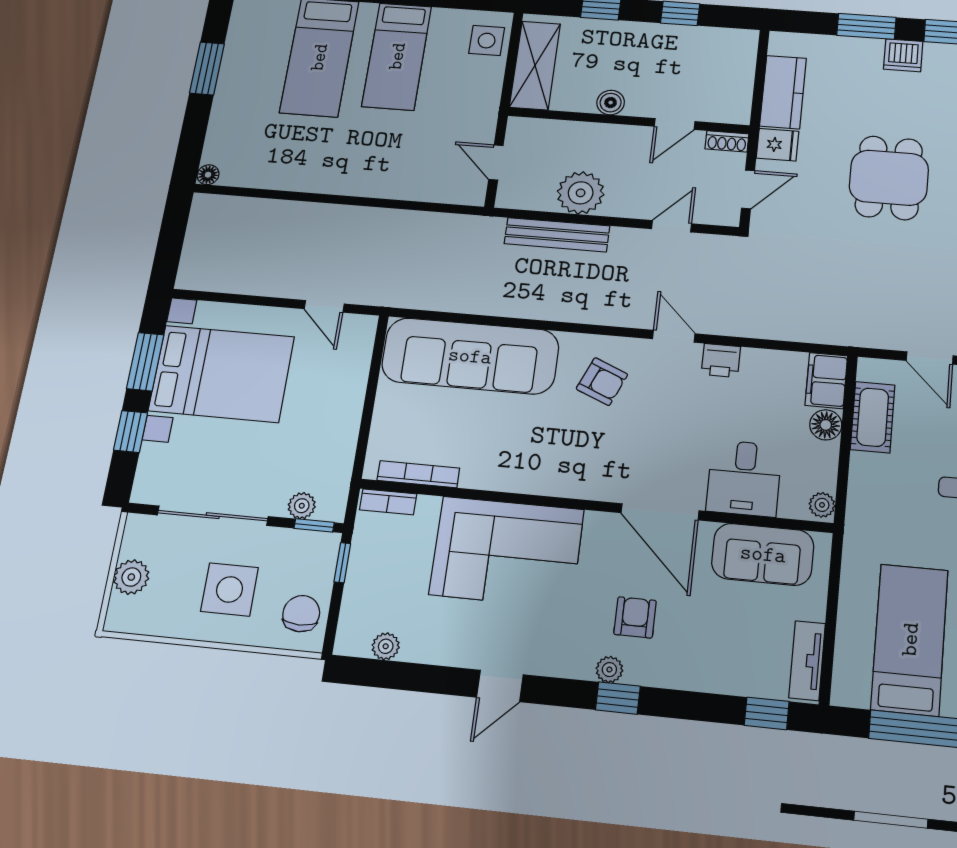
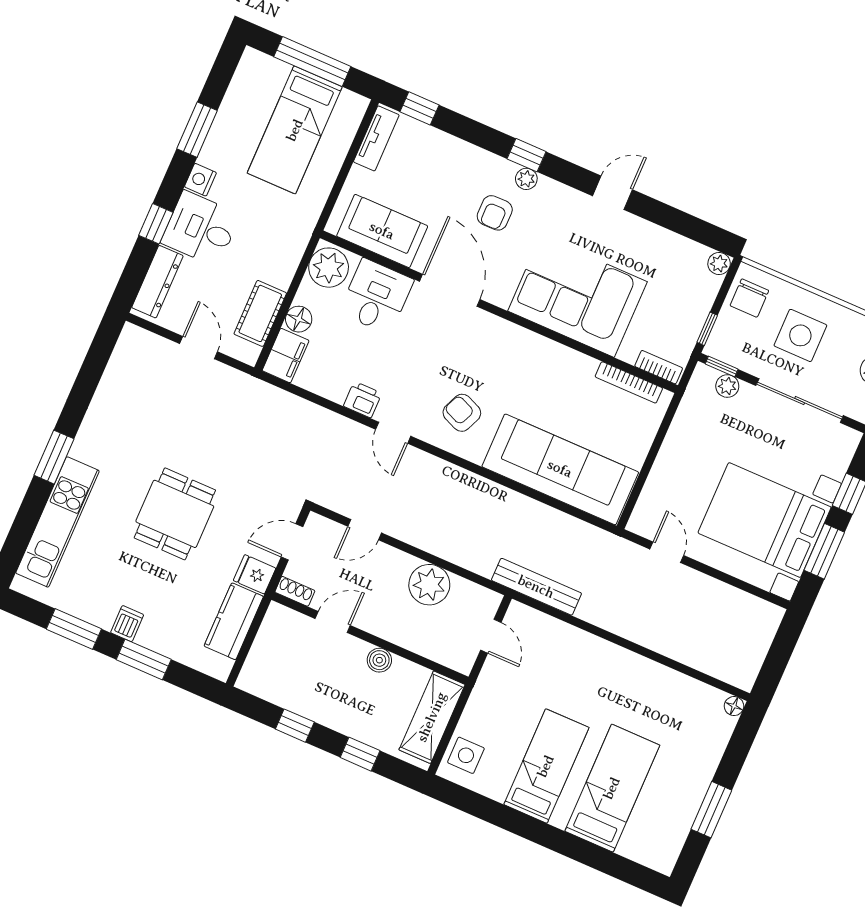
dishwasher: (903, 55) -> (127, 624), width x0.73
bench: (557, 235) -> (536, 587), moved
plant: (822, 505) -> (329, 268), width x1.87, depth x1.87
plant: (386, 646) -> (719, 264), moved

